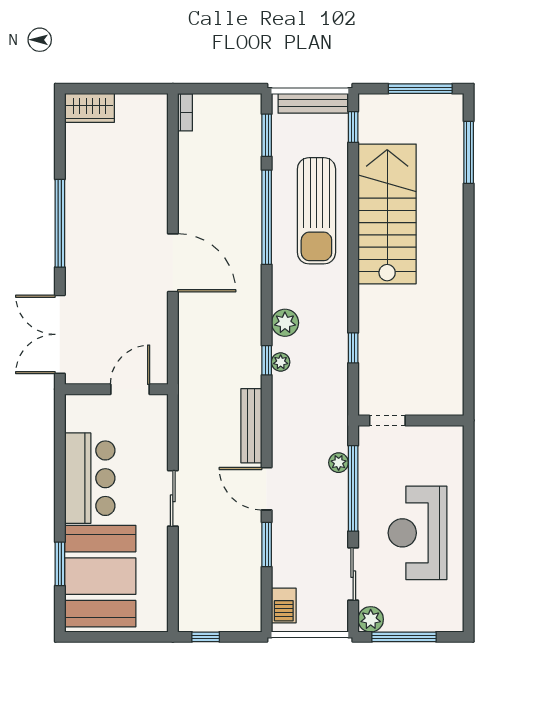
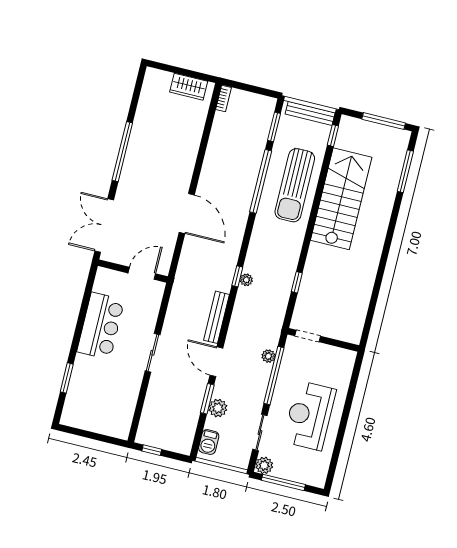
wardrobe: (90, 108) -> (189, 87), moved
door: (173, 263) -> (187, 214), moved
plant: (285, 323) -> (218, 408), moved
booth: (100, 576) -> (92, 393), removed

